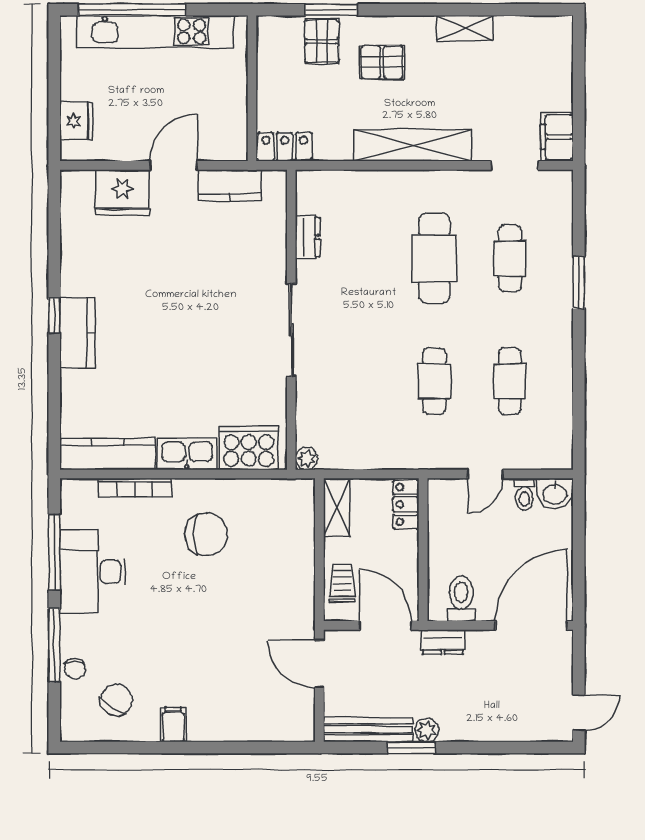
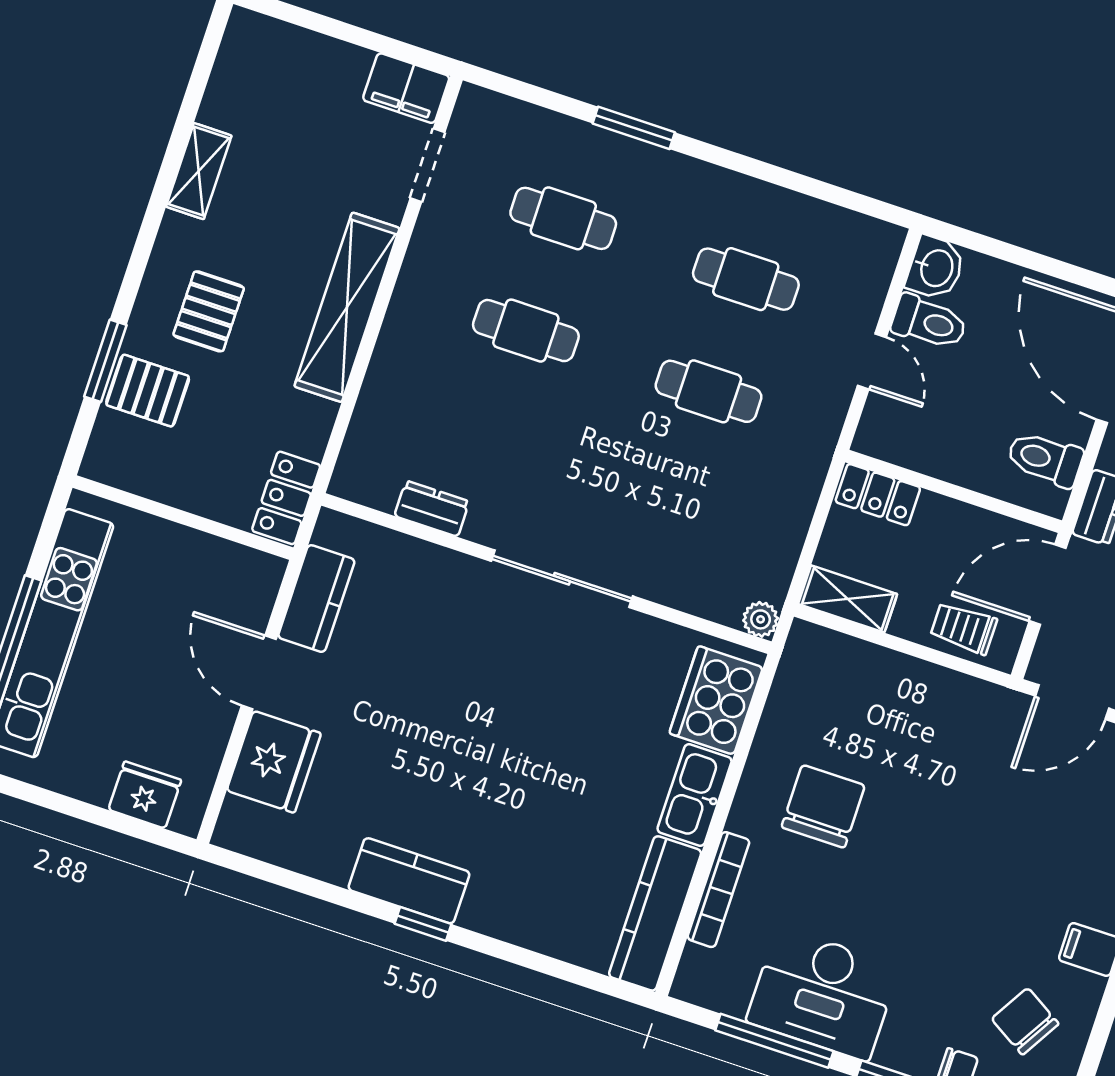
cafe table: (434, 258) -> (526, 331), width x0.73, depth x0.74
kitchen counter: (78, 333) -> (409, 881), moved
toilet: (524, 494) -> (929, 322), width x1.37, depth x1.39

